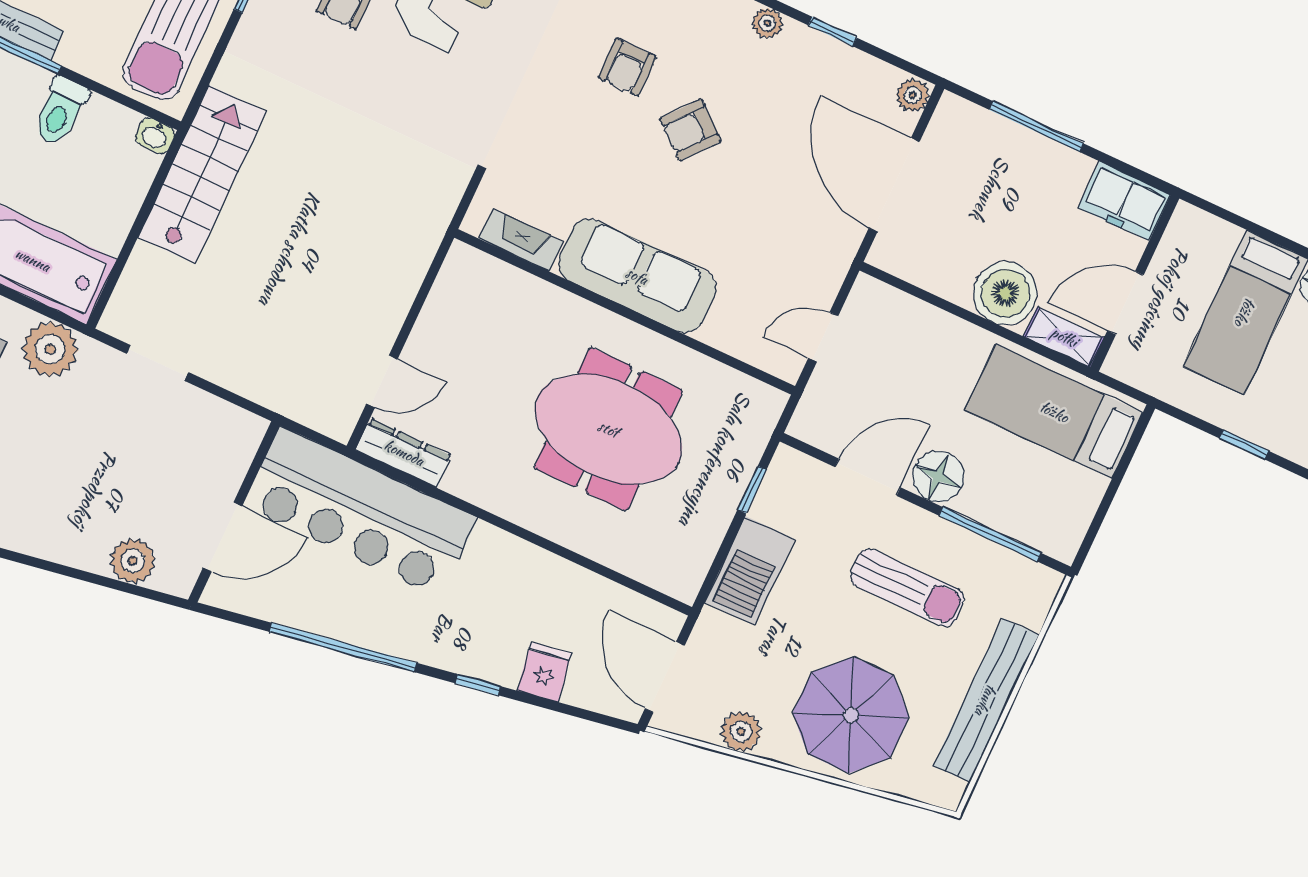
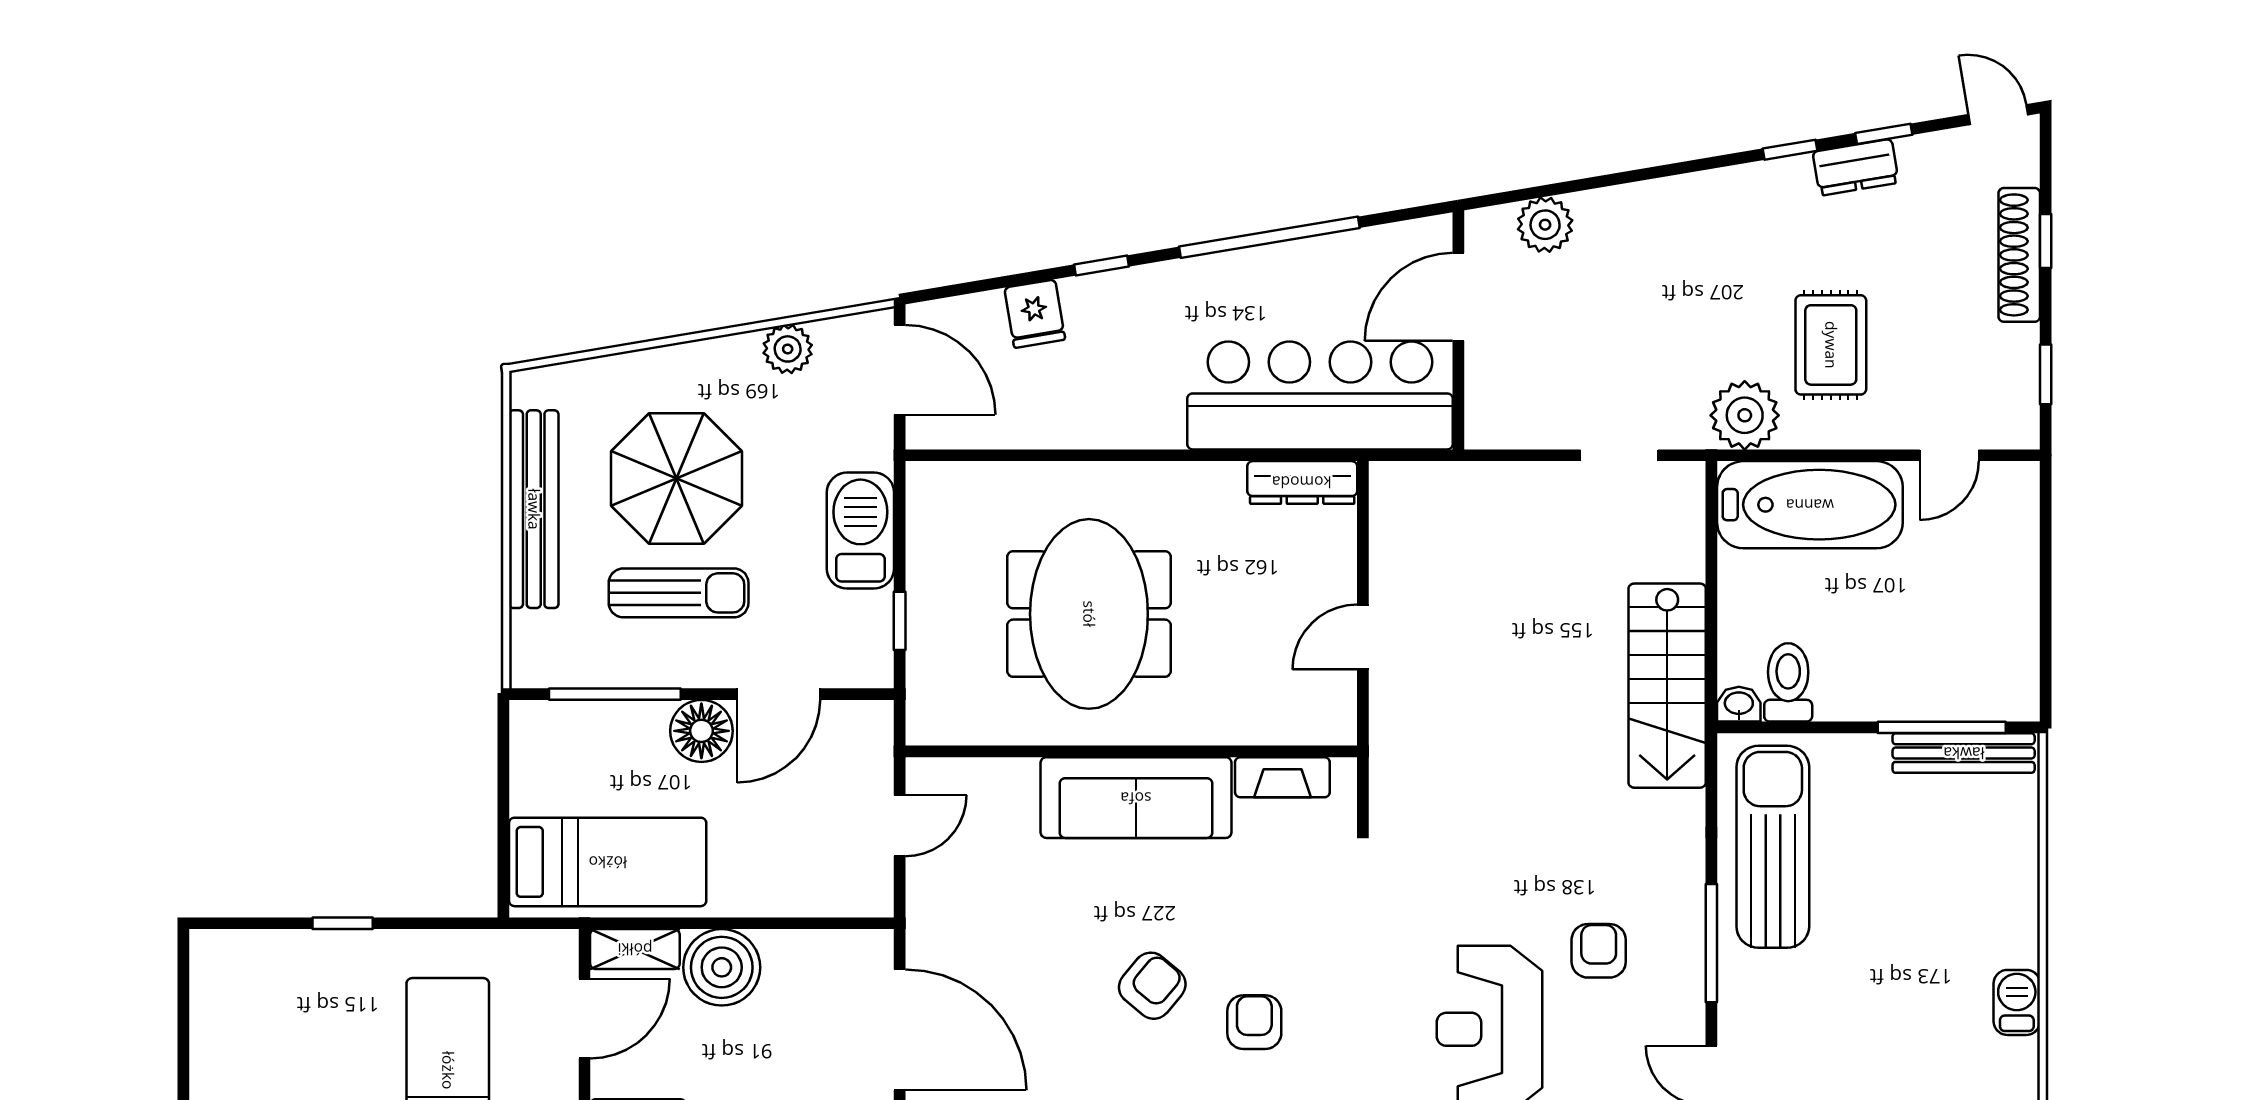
toilet: (60, 111) -> (1788, 682), moved
door: (382, 382) -> (1363, 637), moved
meeting table: (608, 429) -> (1089, 614), turned 90
window: (1244, 445) -> (343, 923), moved
sun lounger: (907, 588) -> (679, 593), turned 180
parasol: (851, 715) -> (677, 478), moved

